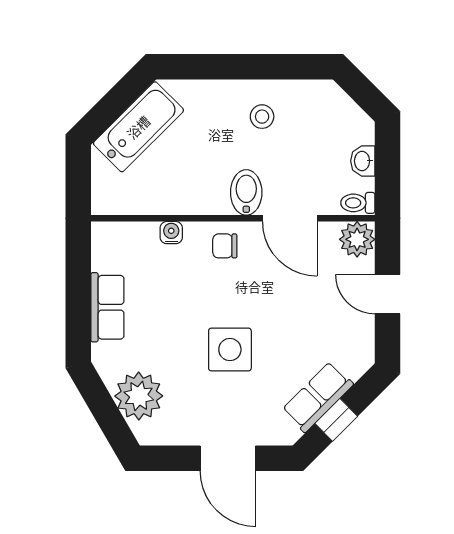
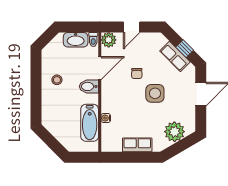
bathtub: (138, 127) -> (90, 123), moved, turned -135
washbasin: (363, 161) -> (76, 40), width x1.91, depth x1.45
chair: (225, 246) -> (137, 73), moved

